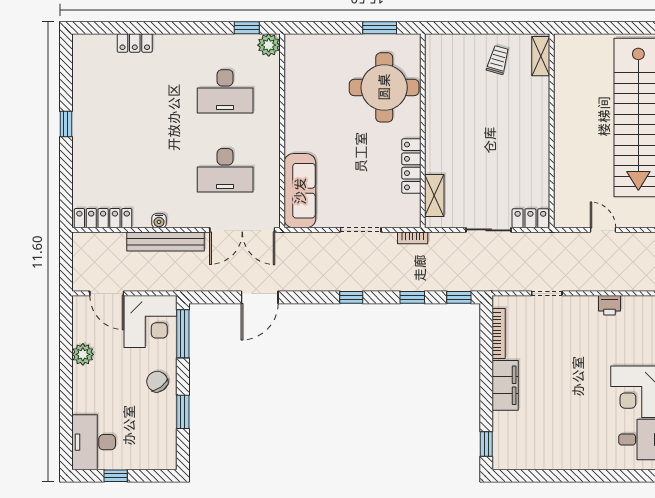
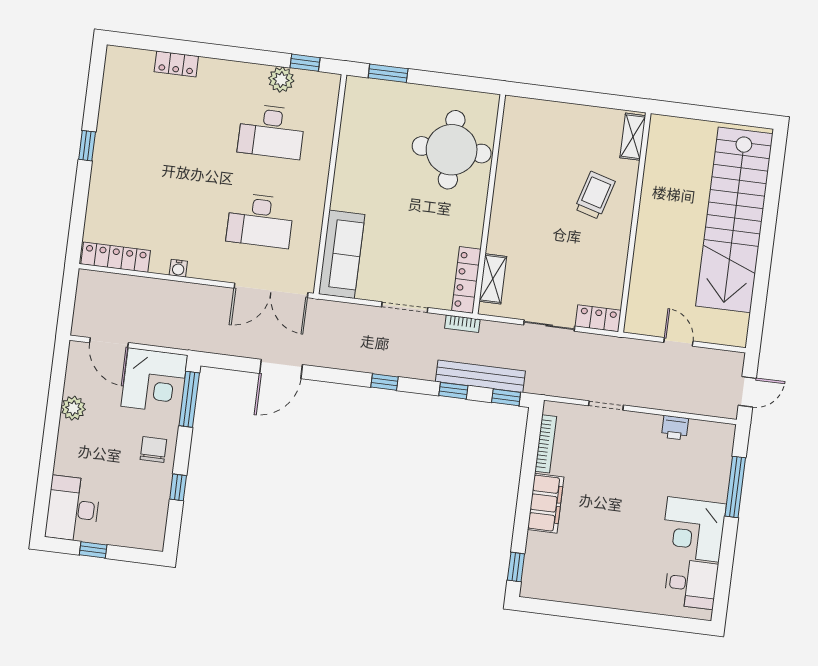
window: (380, 28) -> (388, 73), moved
plant: (269, 45) -> (281, 80), moved
trolley: (498, 60) -> (595, 195), moved, width x1.36, depth x1.39
locker: (411, 166) -> (466, 280), moved
bench: (165, 242) -> (480, 376), moved
chair: (157, 382) -> (153, 449), turned 37
window: (183, 412) -> (178, 487), width x0.67

